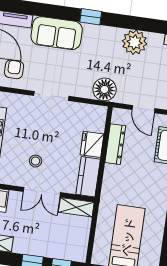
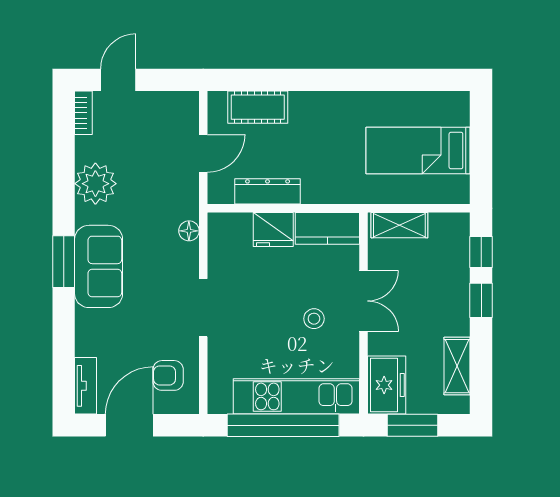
window: (91, 17) -> (64, 262), width x1.50
sofa: (57, 33) -> (99, 266), moved
floor lamp: (105, 89) -> (189, 231), width x0.53, depth x0.53
shelving: (76, 207) -> (399, 225), moved, turned 90

